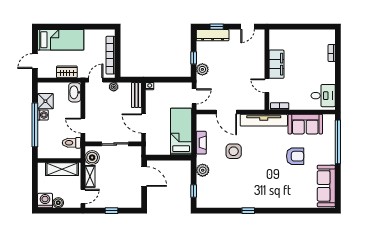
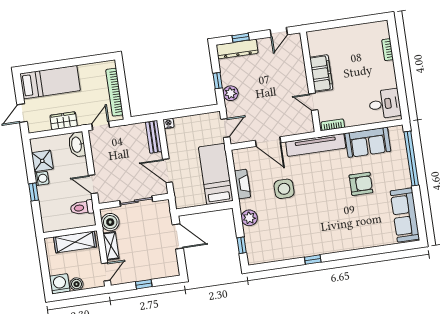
plant: (114, 87) -> (124, 131), removed
window: (35, 125) -> (34, 192), width x0.32

